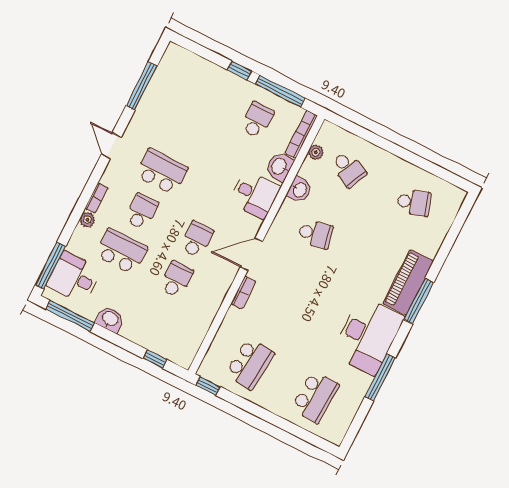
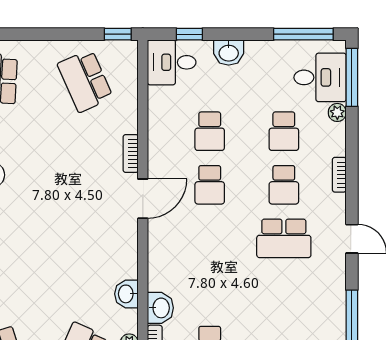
desk: (255, 194) -> (172, 62), moved
plant: (87, 220) -> (337, 112), moved
school desk: (316, 234) -> (85, 255), removed
school desk: (121, 251) -> (284, 131), width x0.54
washbasin: (110, 319) -> (229, 52), moved
school desk: (250, 364) -> (85, 81), turned -30

